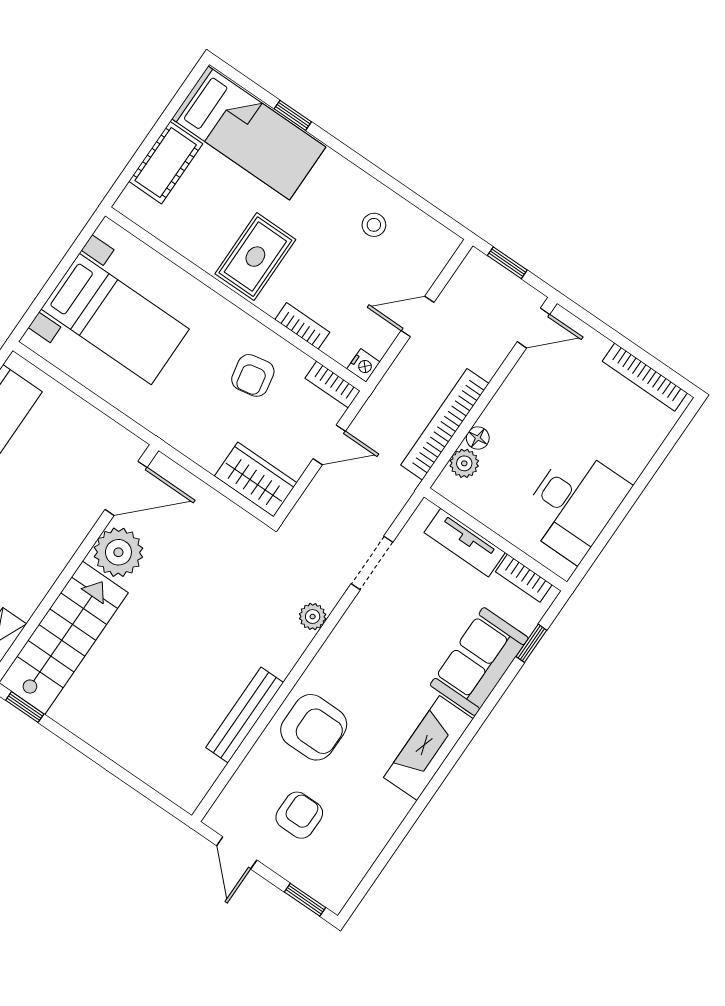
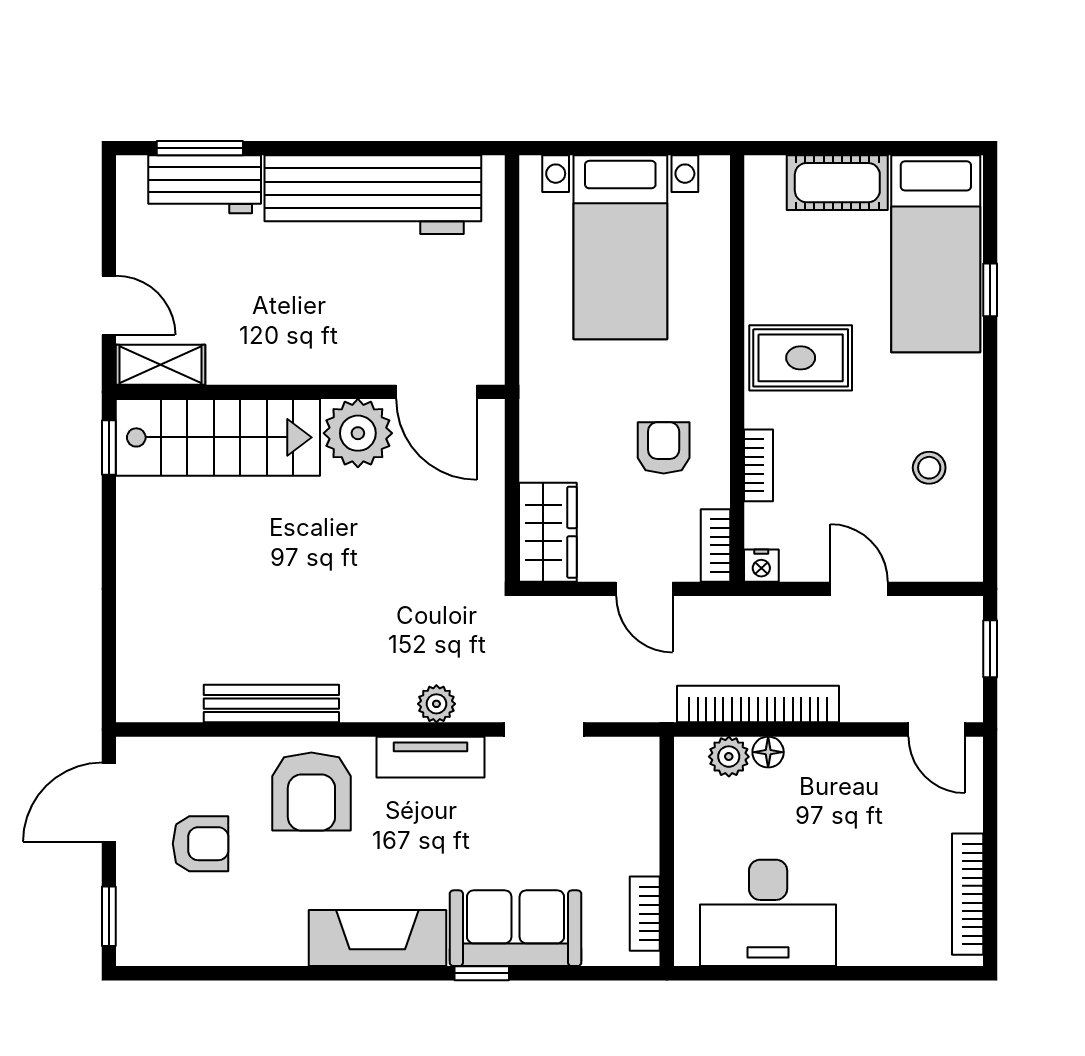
armchair: (253, 375) -> (664, 448), turned 101
tv unit: (465, 543) -> (431, 757), moved, turned -90
window: (531, 643) -> (482, 973), moved
door: (237, 853) -> (109, 802), width x1.37

